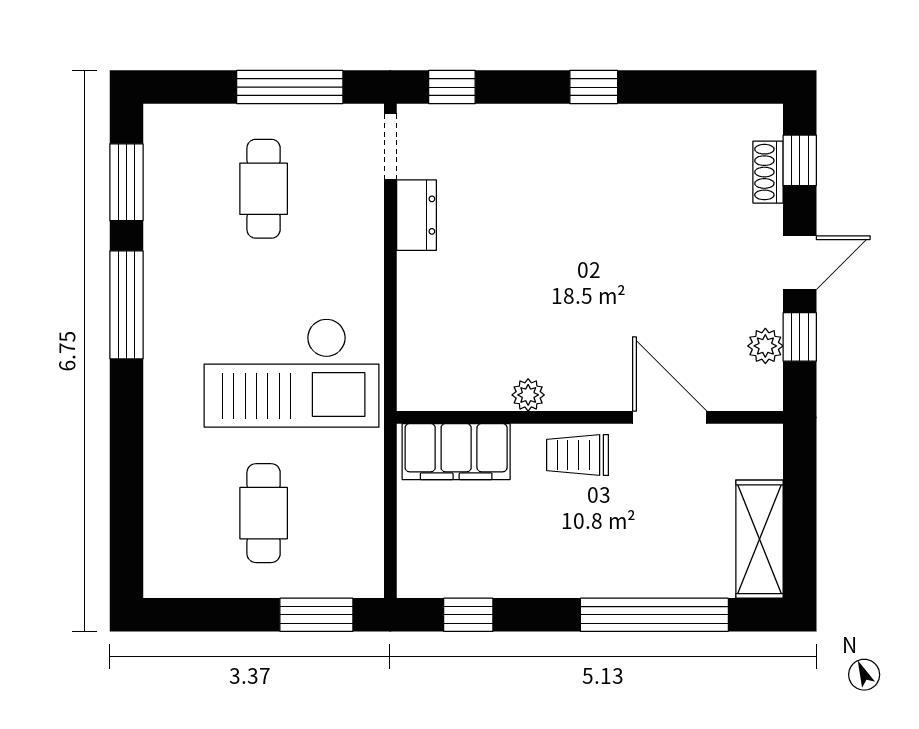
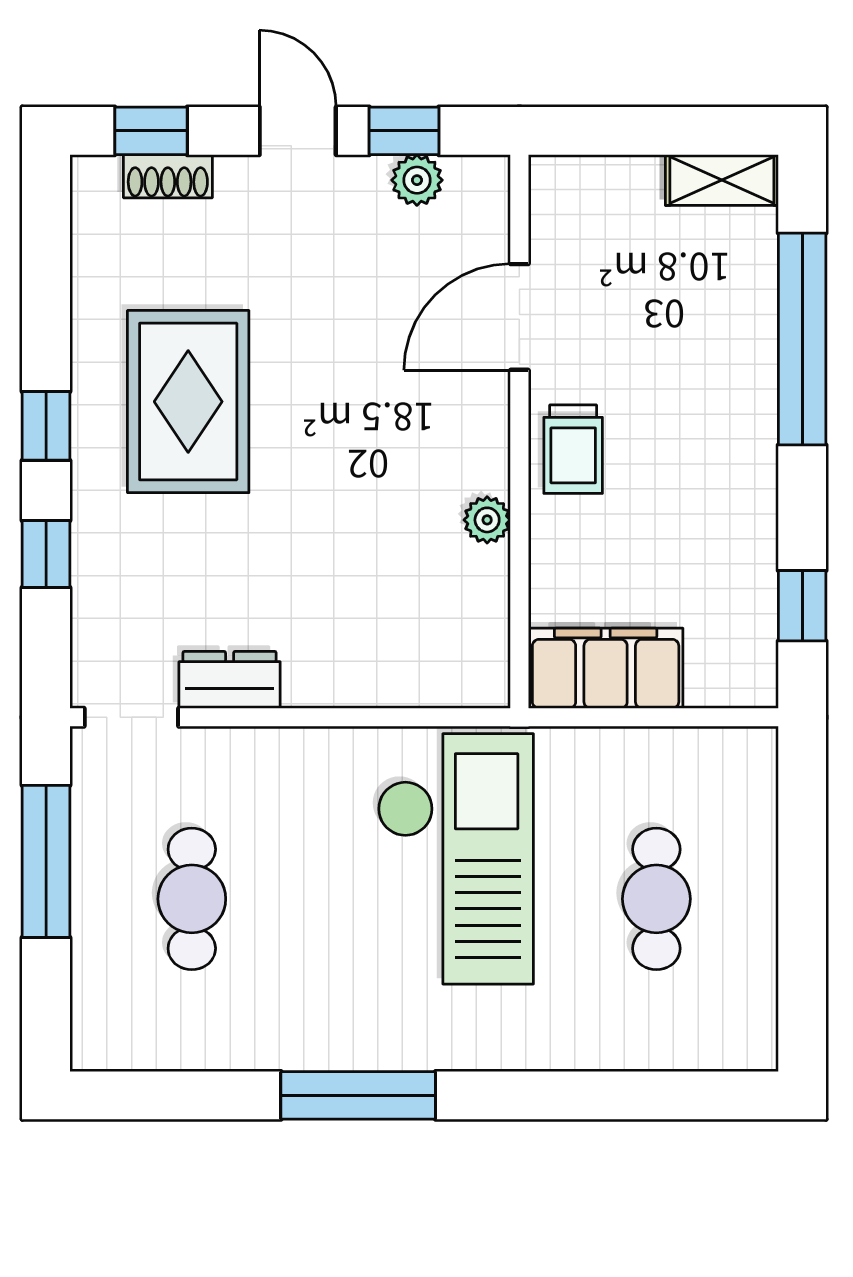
window: (452, 87) -> (46, 554), moved
window: (126, 182) -> (182, 1095), removed
rug: (611, 186) -> (188, 402), added
cafe table: (264, 189) -> (192, 899), turned 90
filing cabinet: (456, 452) -> (606, 668), moved, turned -90
cafe table: (264, 513) -> (656, 899), turned 90
shelving: (759, 539) -> (722, 180), width x0.67, depth x0.75
window: (316, 615) -> (802, 823), removed

